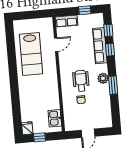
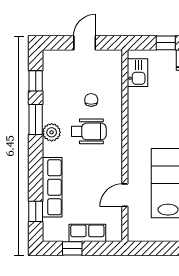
row of seats: (67, 21) -> (87, 233), moved
window: (110, 50) -> (36, 81), moved
wheelchair: (81, 81) -> (89, 131), turned -90

